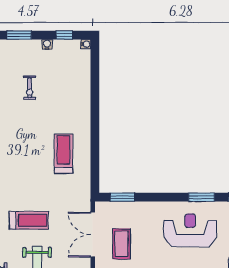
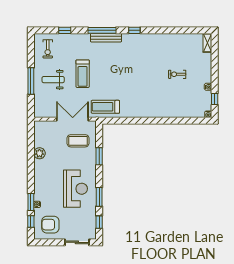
window: (19, 35) -> (215, 67), removed
treadmill: (64, 154) -> (105, 107), moved, turned 180
window: (122, 197) -> (99, 156), moved
coffee table: (121, 244) -> (78, 141), moved

